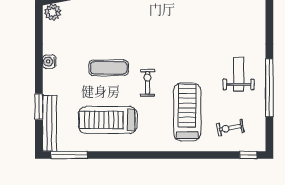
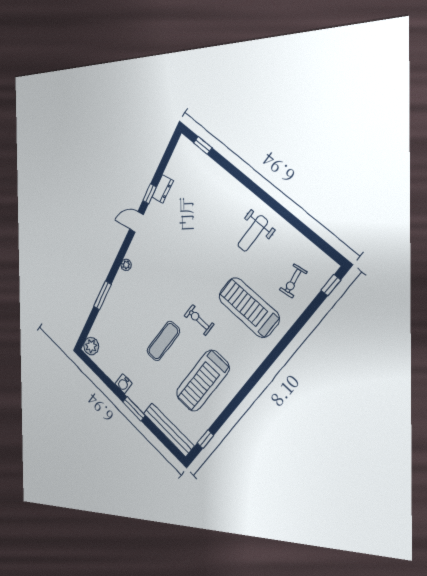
weight bench: (239, 74) -> (253, 233), turned -90
window: (269, 88) -> (286, 215), removed
window: (39, 107) -> (134, 409), moved
window: (69, 155) -> (205, 439), width x0.46

